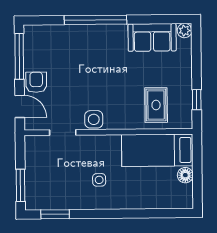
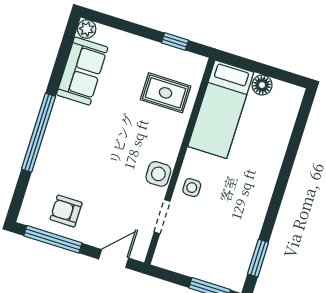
armchair: (36, 82) -> (66, 211), moved
side table: (99, 180) -> (192, 188), moved

